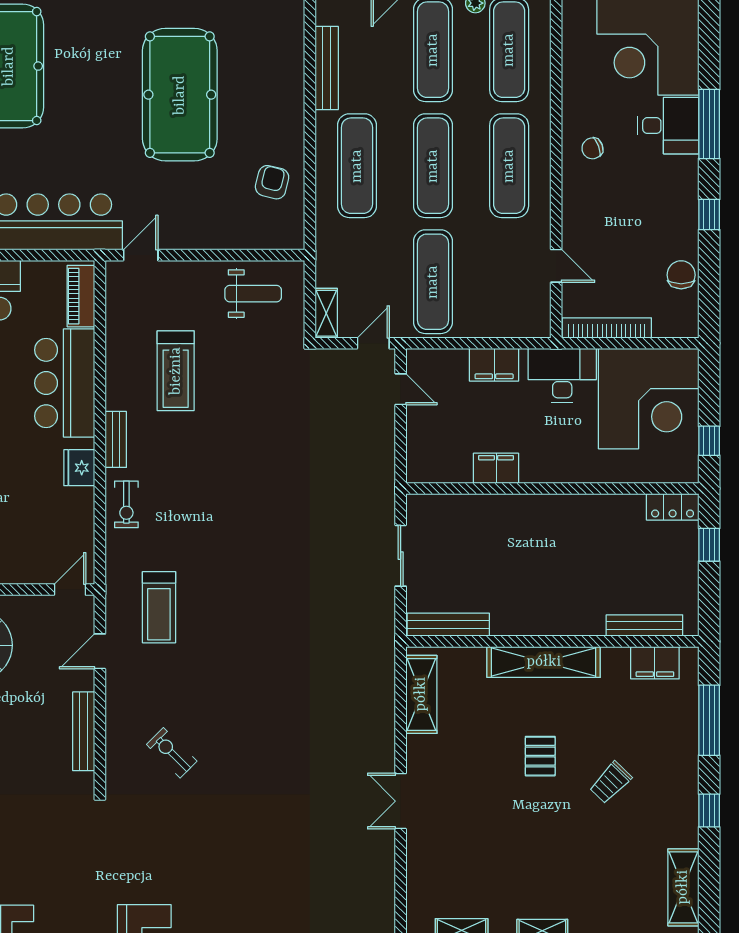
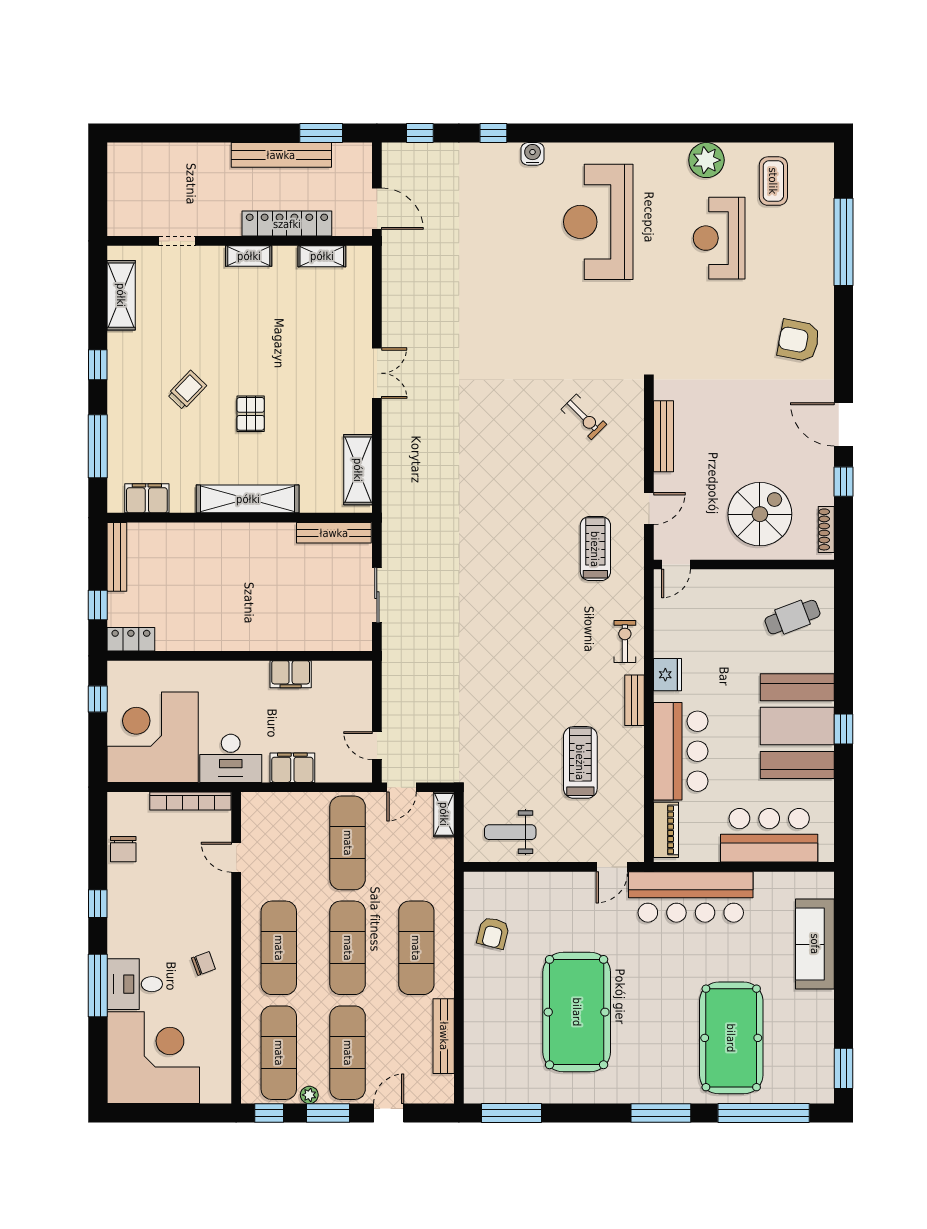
bench: (644, 626) -> (117, 557), moved, turned 90

